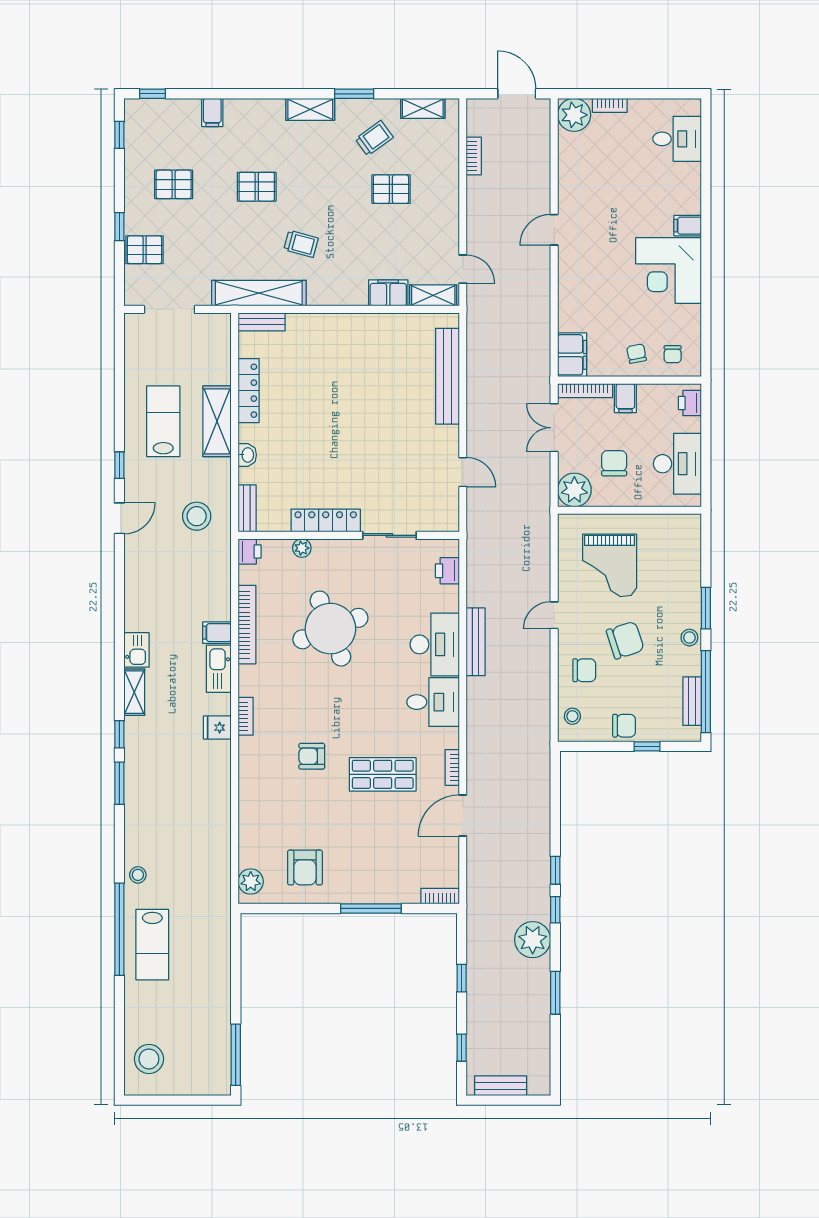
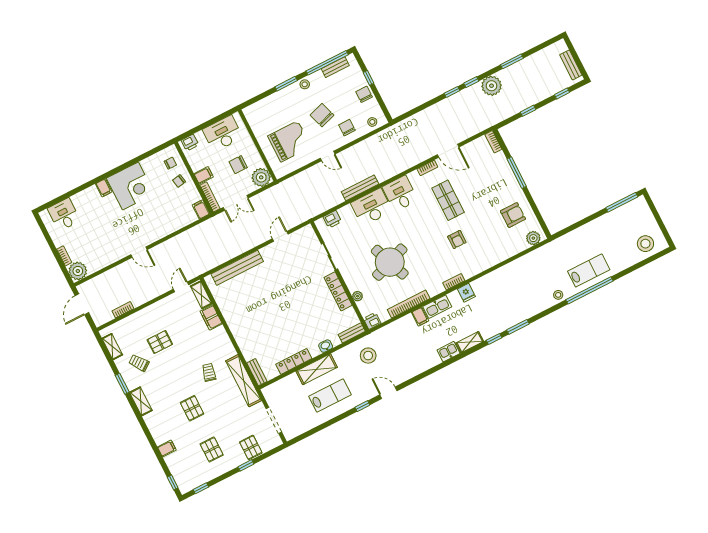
pallet: (391, 189) -> (160, 342), turned 90
filing cabinet: (572, 355) -> (201, 209), width x0.50
lab bench: (163, 421) -> (330, 396), turned 180

